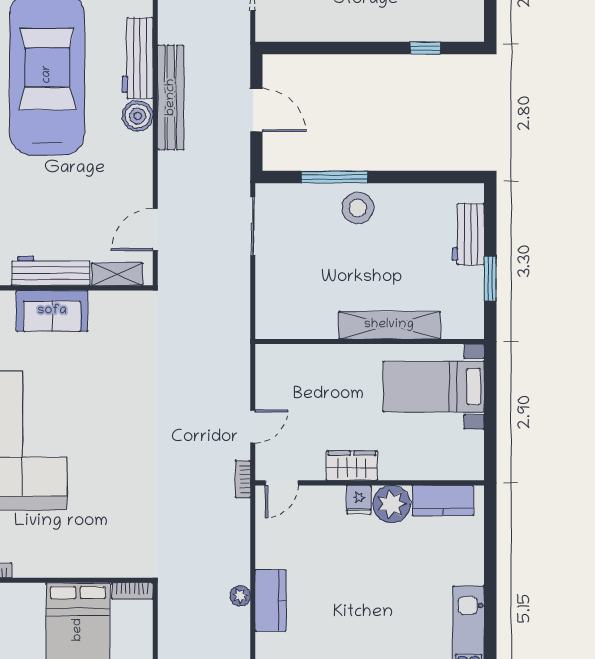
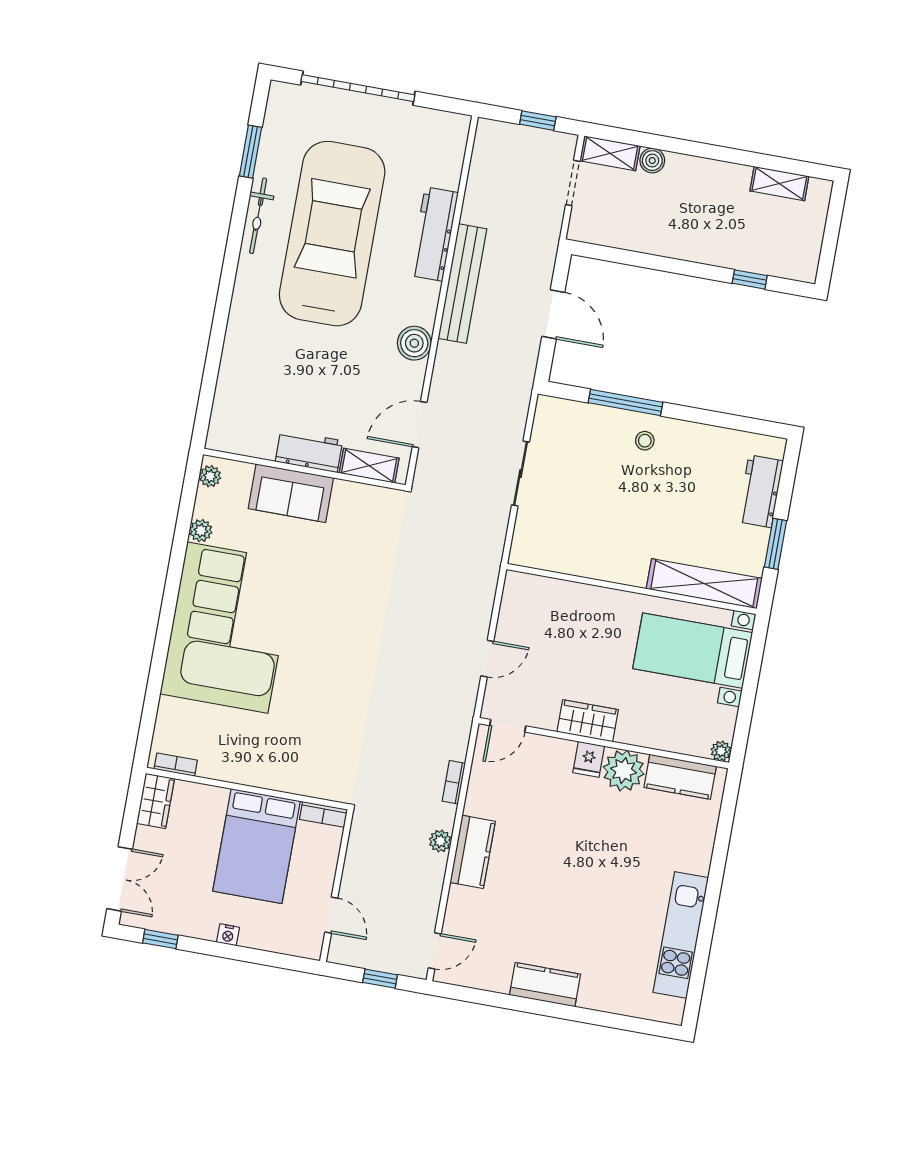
boiler: (138, 116) -> (414, 343), moved
stool: (358, 208) -> (645, 441), width x0.53, depth x0.53
sliding door: (253, 226) -> (521, 474), moved
workbench: (51, 271) -> (309, 451), width x0.73
shelving: (389, 325) -> (704, 584), moved
plant: (475, 471) -> (721, 751), added
bookcase: (243, 479) -> (454, 782), moved

